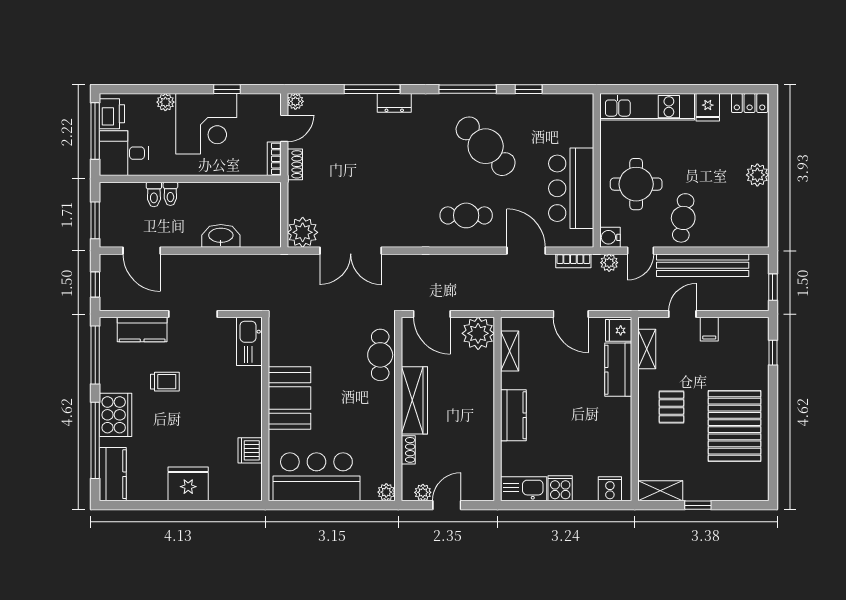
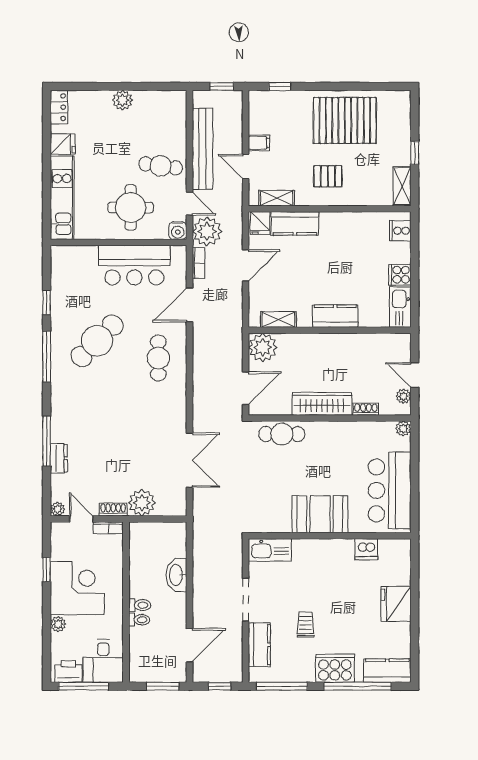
dresser: (394, 103) -> (59, 458), moved
toilet: (154, 194) -> (140, 605), moved
plant: (303, 232) -> (142, 503), moved
plant: (609, 263) -> (207, 231), width x1.87, depth x1.87

